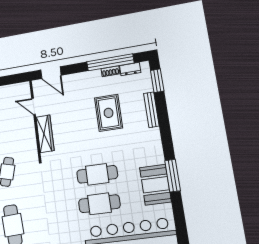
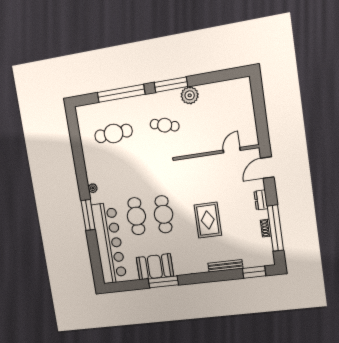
dresser: (130, 69) -> (261, 200), moved
rug: (109, 113) -> (208, 220), moved, turned 90
wardrobe: (45, 134) -> (203, 163), removed

